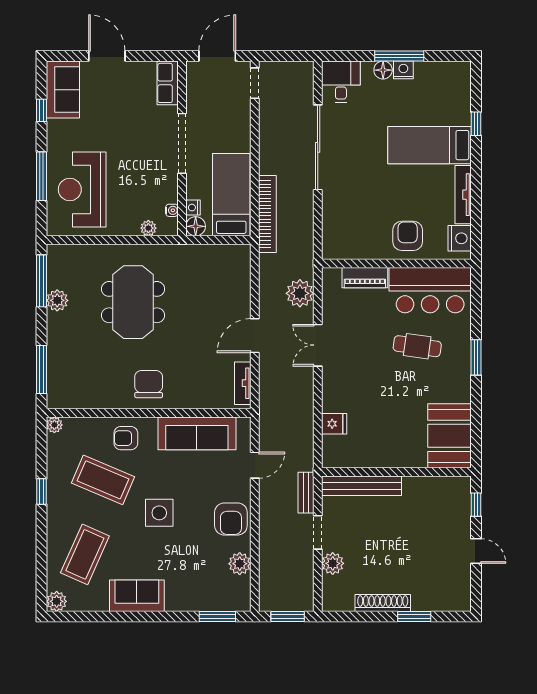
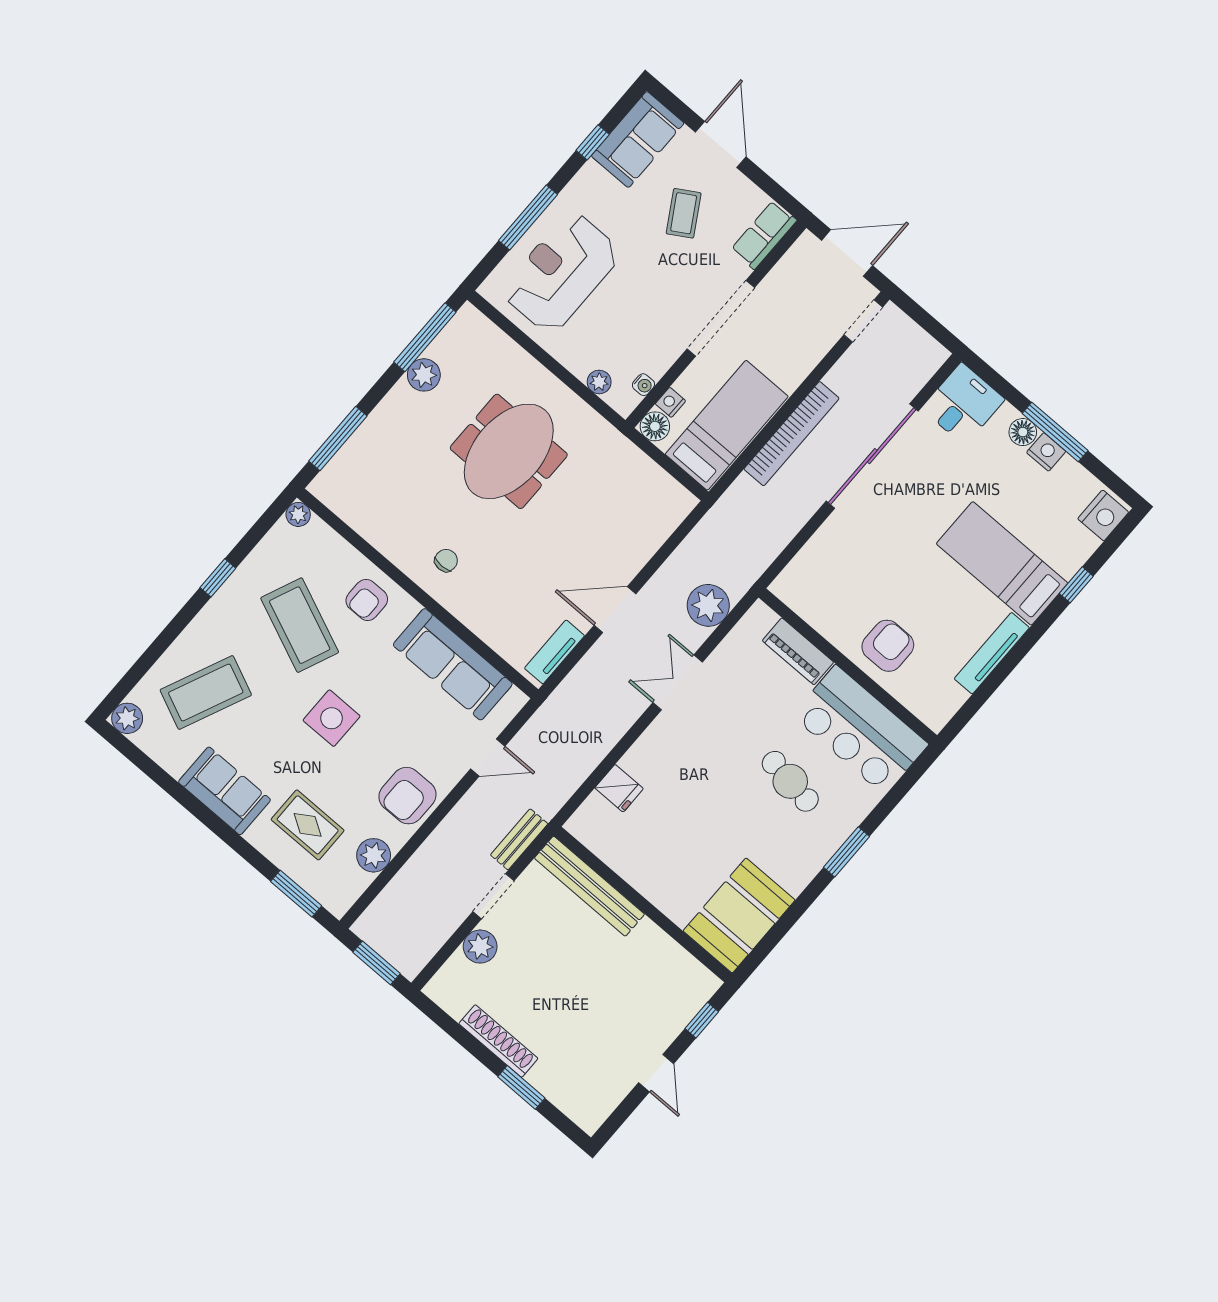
coffee table: (118, 107) -> (684, 213), added
bookcase: (267, 214) -> (792, 434), moved
nightstand: (460, 238) -> (1103, 515), moved
chair: (149, 384) -> (446, 560), width x0.54, depth x0.54
armchair: (126, 438) -> (367, 600), turned -90
rug: (193, 577) -> (308, 825), added

